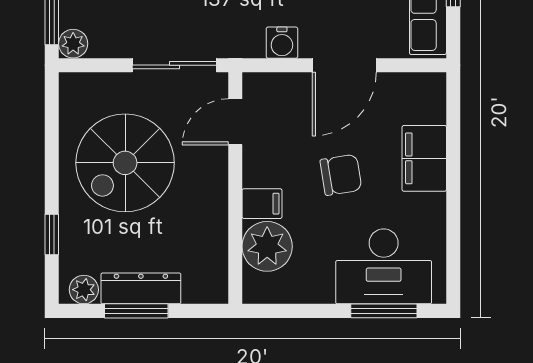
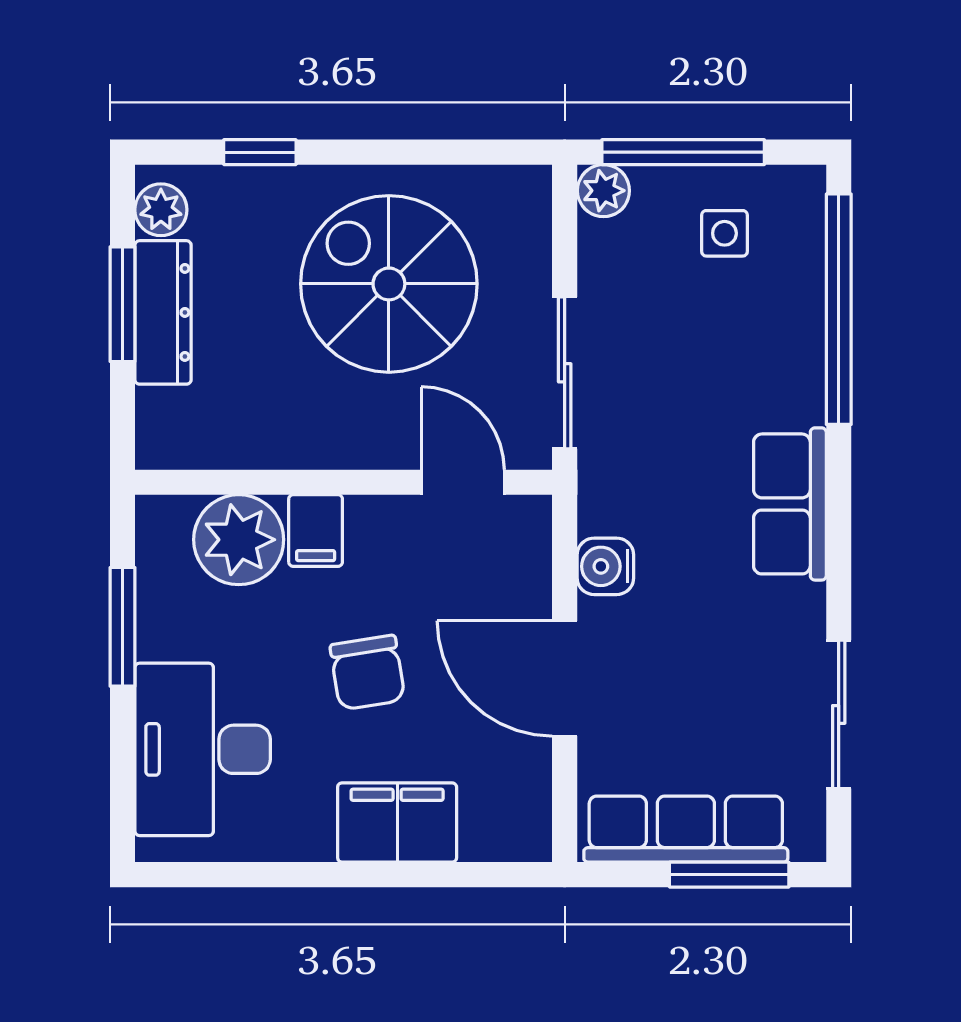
window: (384, 311) -> (122, 627), moved

